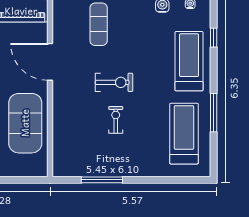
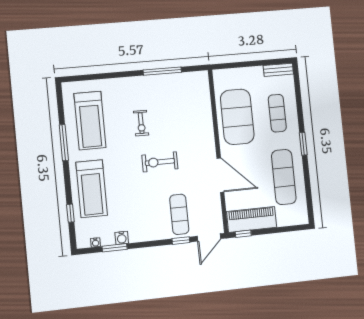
exercise bike: (116, 120) -> (141, 123), moved

